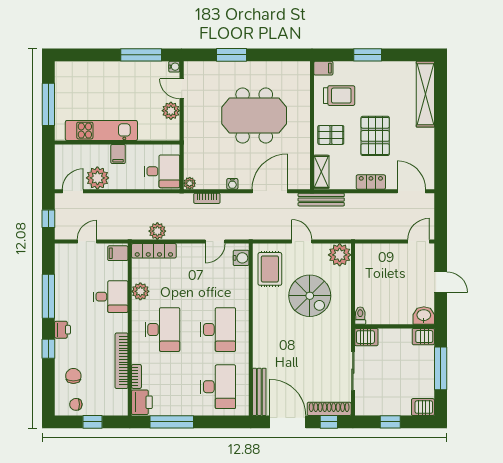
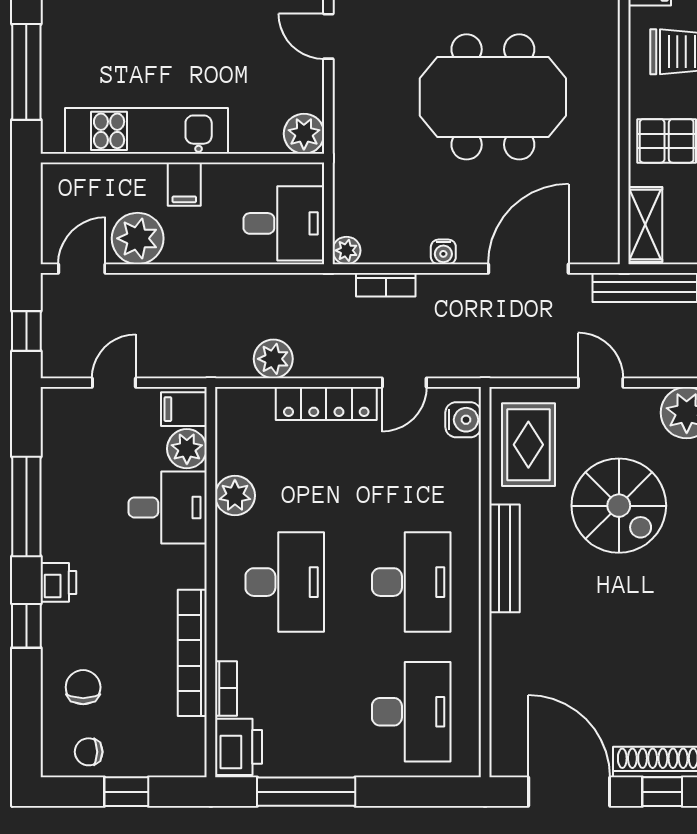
plant: (171, 111) -> (304, 134), moved
locker: (154, 251) -> (326, 404), moved
plant: (119, 271) -> (187, 449), added
bench: (259, 392) -> (505, 558), moved

